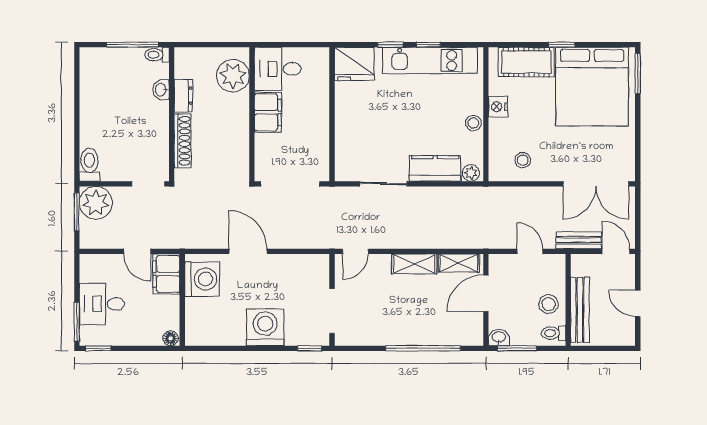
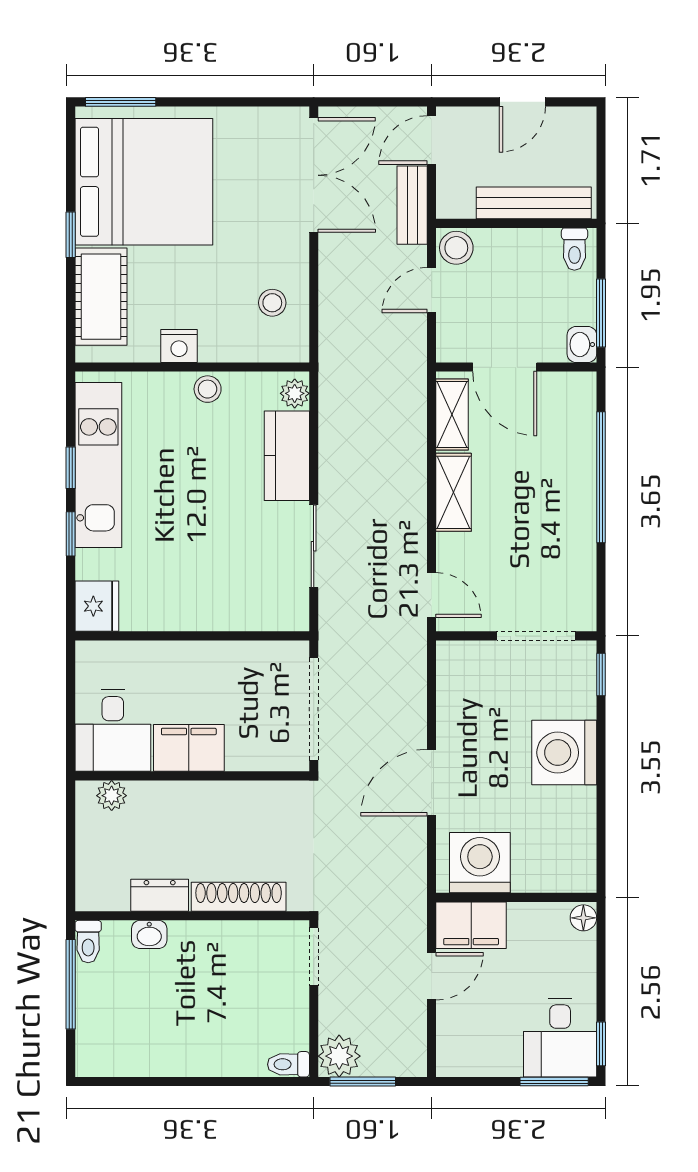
fridge: (354, 64) -> (97, 606), width x0.73, depth x0.75
plant: (233, 76) -> (112, 796), width x0.53, depth x0.53
toilet: (89, 165) -> (288, 1064), width x0.73, depth x0.72
plant: (96, 203) -> (339, 1056), width x0.73, depth x0.73
desk: (102, 304) -> (560, 1038), moved
stool: (548, 304) -> (456, 248), moved

